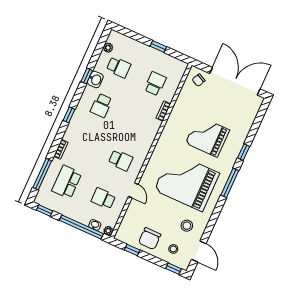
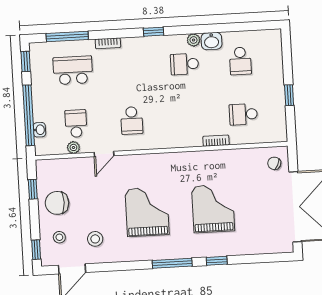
plant: (108, 48) -> (194, 40), moved
window: (87, 76) -> (210, 29), removed
school desk: (155, 84) -> (243, 114), turned 180
grand piano: (187, 182) -> (147, 212), width x0.73, depth x0.68
plant: (108, 231) -> (73, 147), moved

